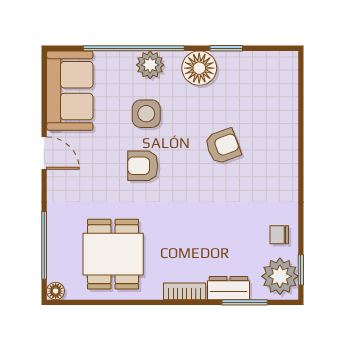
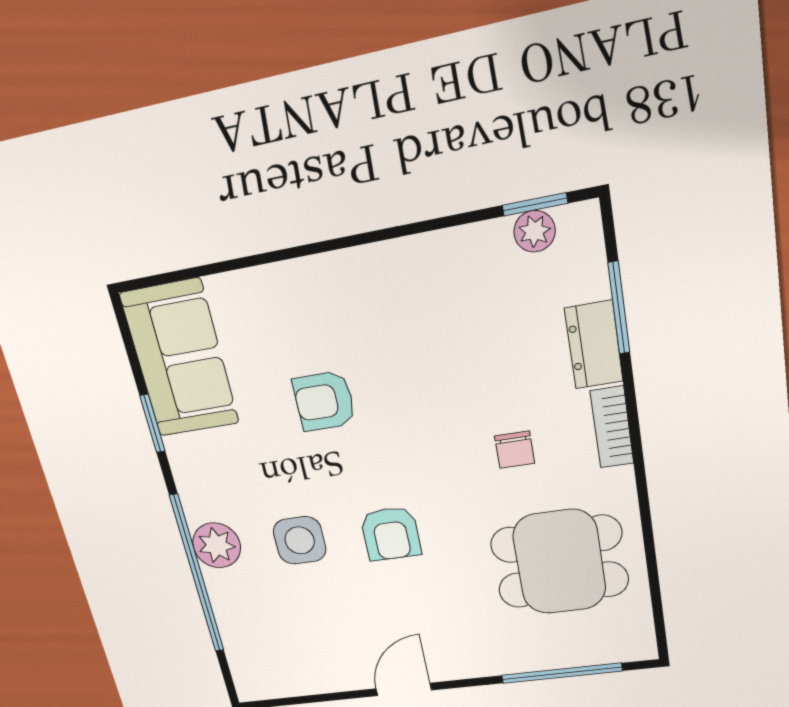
floor lamp: (199, 68) -> (199, 464), removed
sofa: (70, 91) -> (180, 359), moved, turned 90
armchair: (223, 146) -> (324, 401), turned -70
chair: (279, 235) -> (515, 450), moved
plant: (280, 276) -> (535, 231), width x0.53, depth x0.53
floor lamp: (56, 291) -> (641, 647), removed

